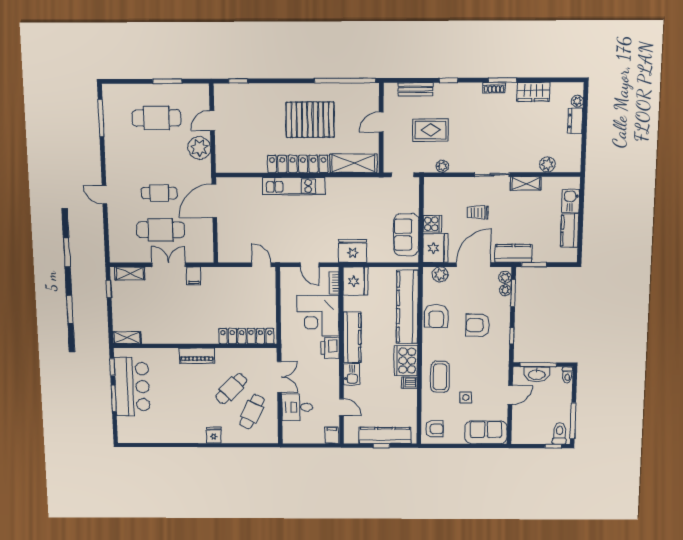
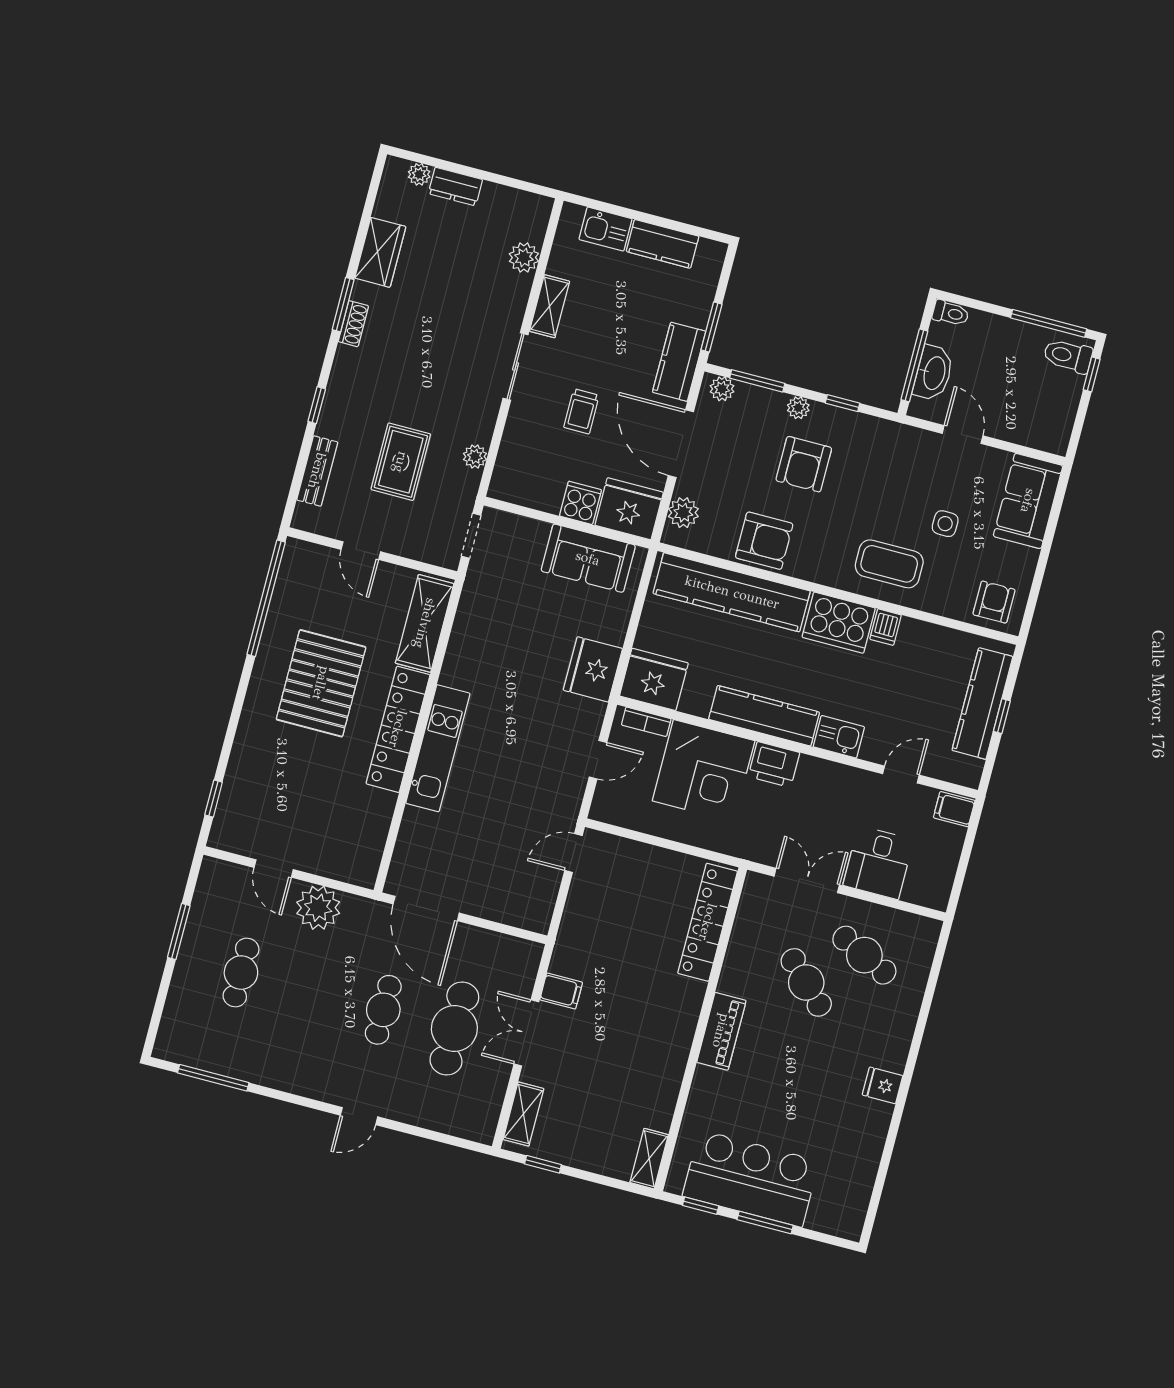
cafe table: (156, 118) -> (241, 973), width x0.73, depth x0.74
plant: (505, 290) -> (798, 408), moved
fridge: (214, 435) -> (883, 1085), moved

